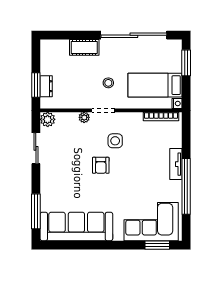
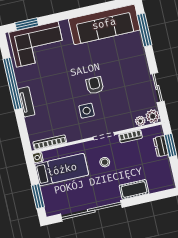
bookcase: (75, 104) -> (130, 136), added
plant: (84, 117) -> (140, 121), moved

